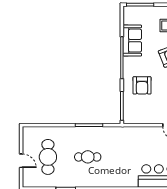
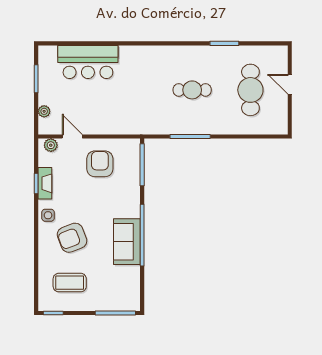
sofa: (132, 41) -> (127, 242), moved
armchair: (142, 85) -> (100, 164), moved

